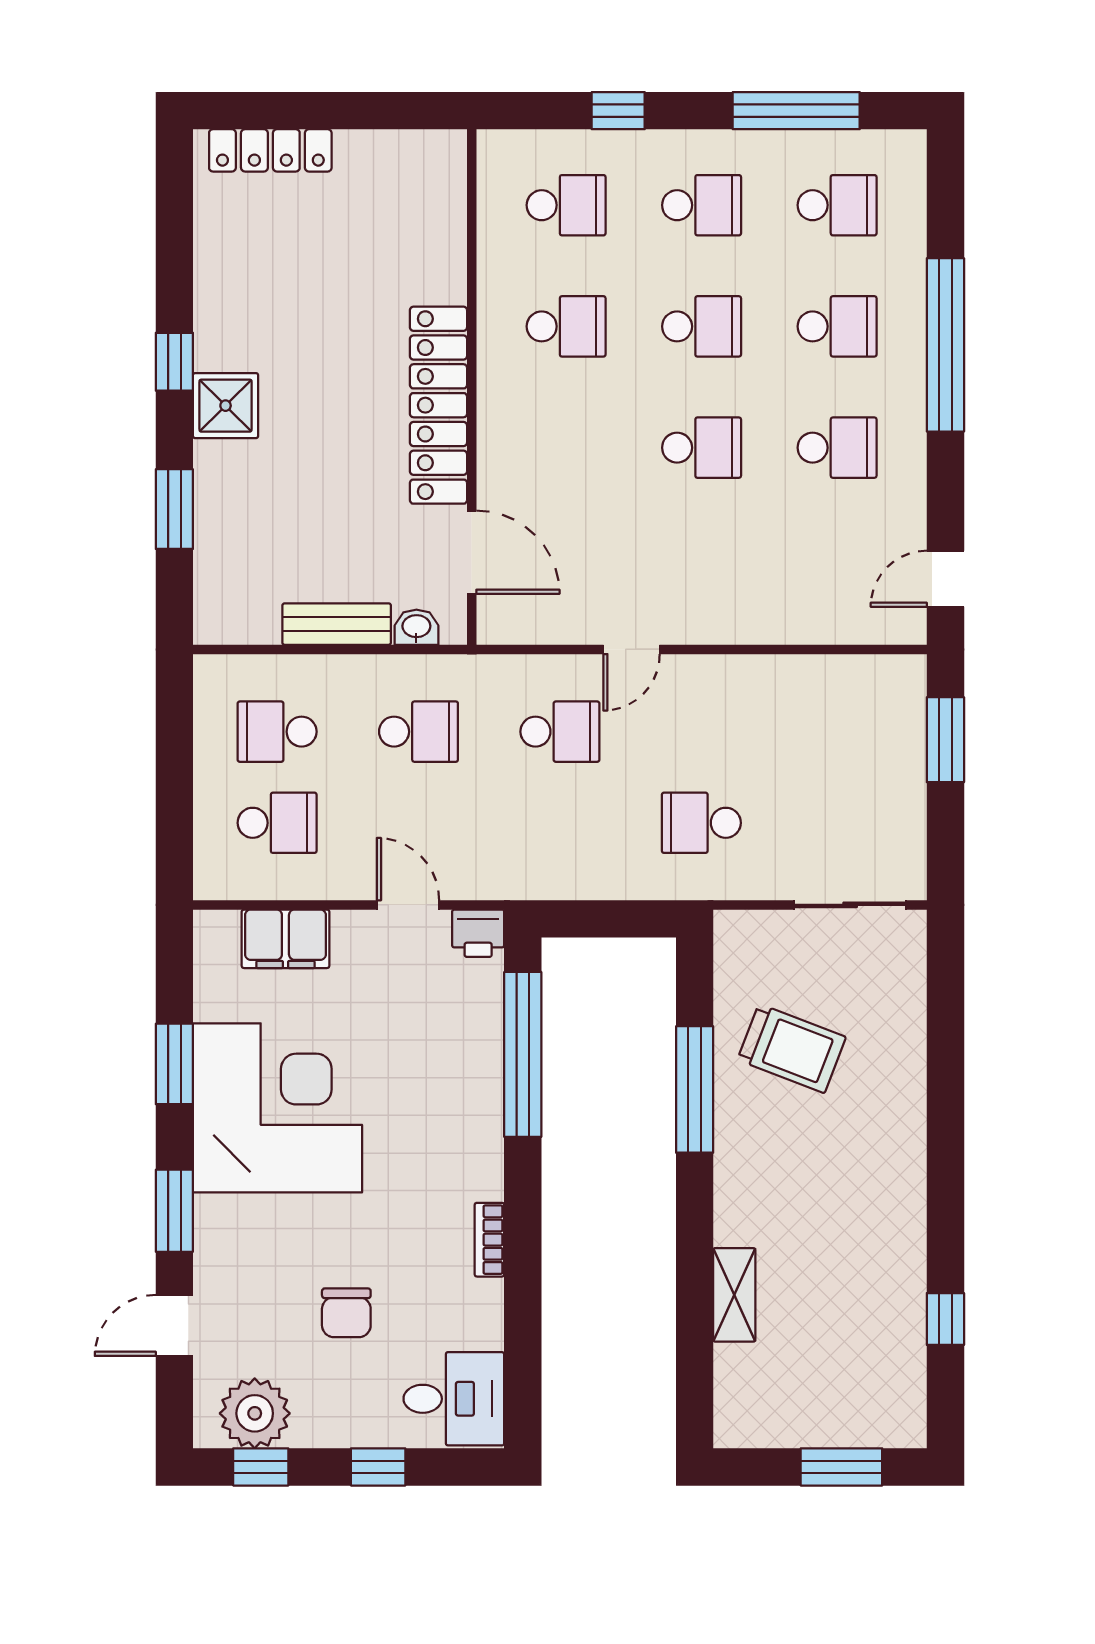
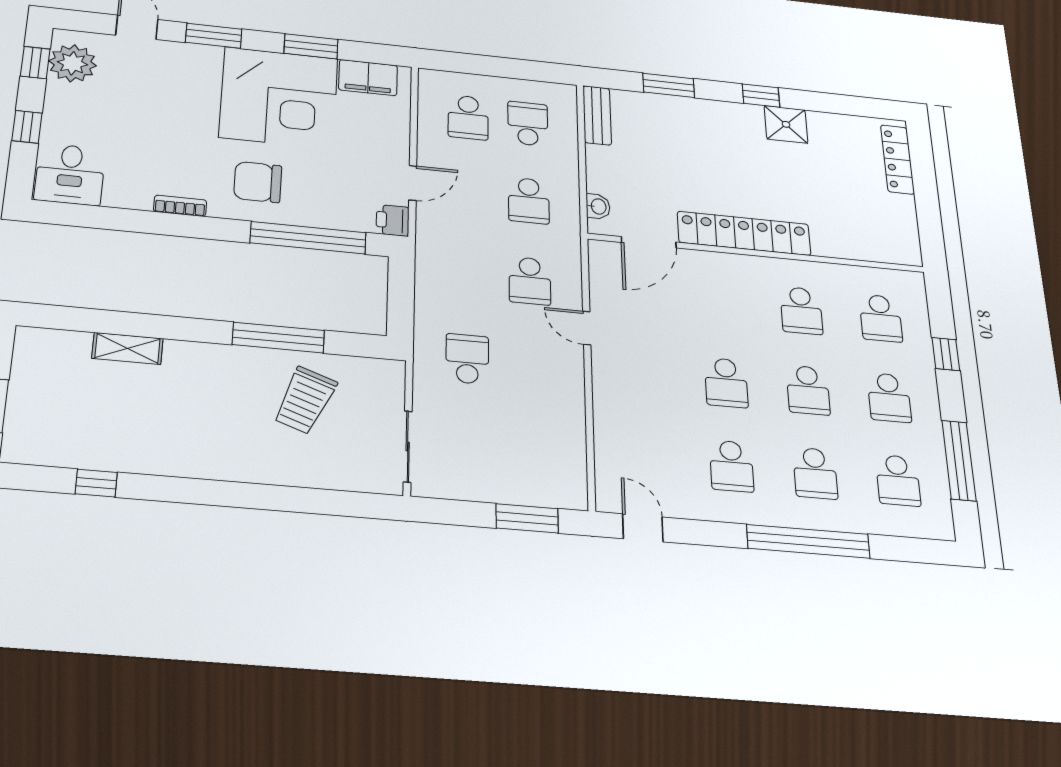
shower: (226, 406) -> (786, 124), moved
bench: (337, 624) -> (597, 115), moved
filing cabinet: (285, 939) -> (368, 78), moved, turned -90
chair: (346, 1313) -> (258, 182), moved, width x1.37, depth x1.37

